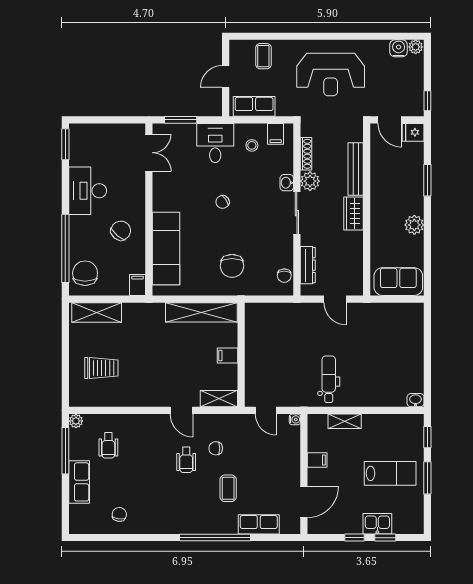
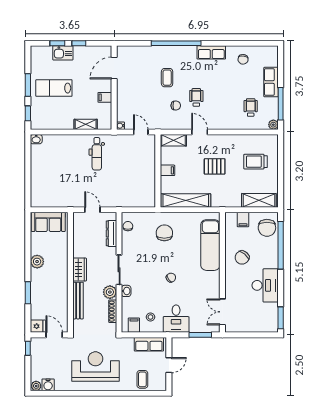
filing cabinet: (138, 285) -> (243, 220), moved
pallet: (160, 361) -> (215, 166), added
row of seats: (259, 524) -> (211, 52), moved

